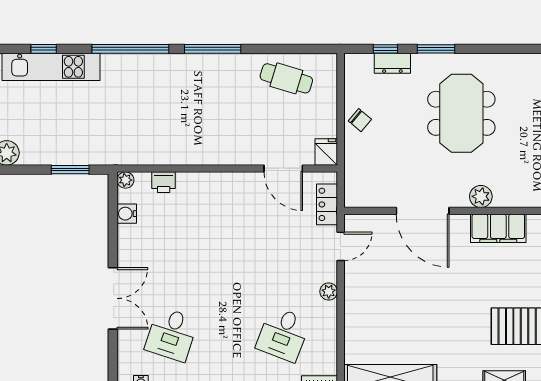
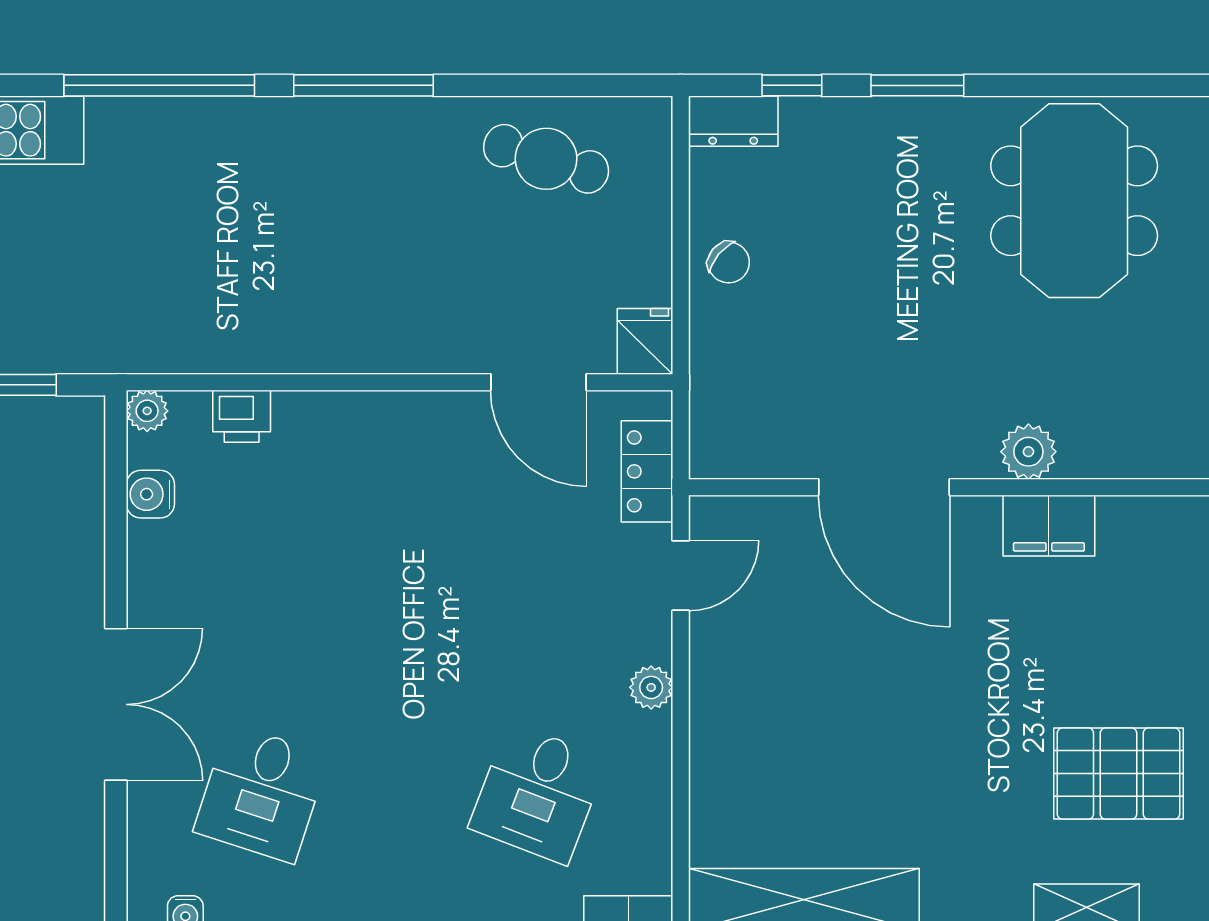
dresser: (392, 63) -> (733, 121), moved
meeting table: (461, 113) -> (1074, 201), moved
filing cabinet: (498, 228) -> (1049, 526), width x0.67, depth x0.86

